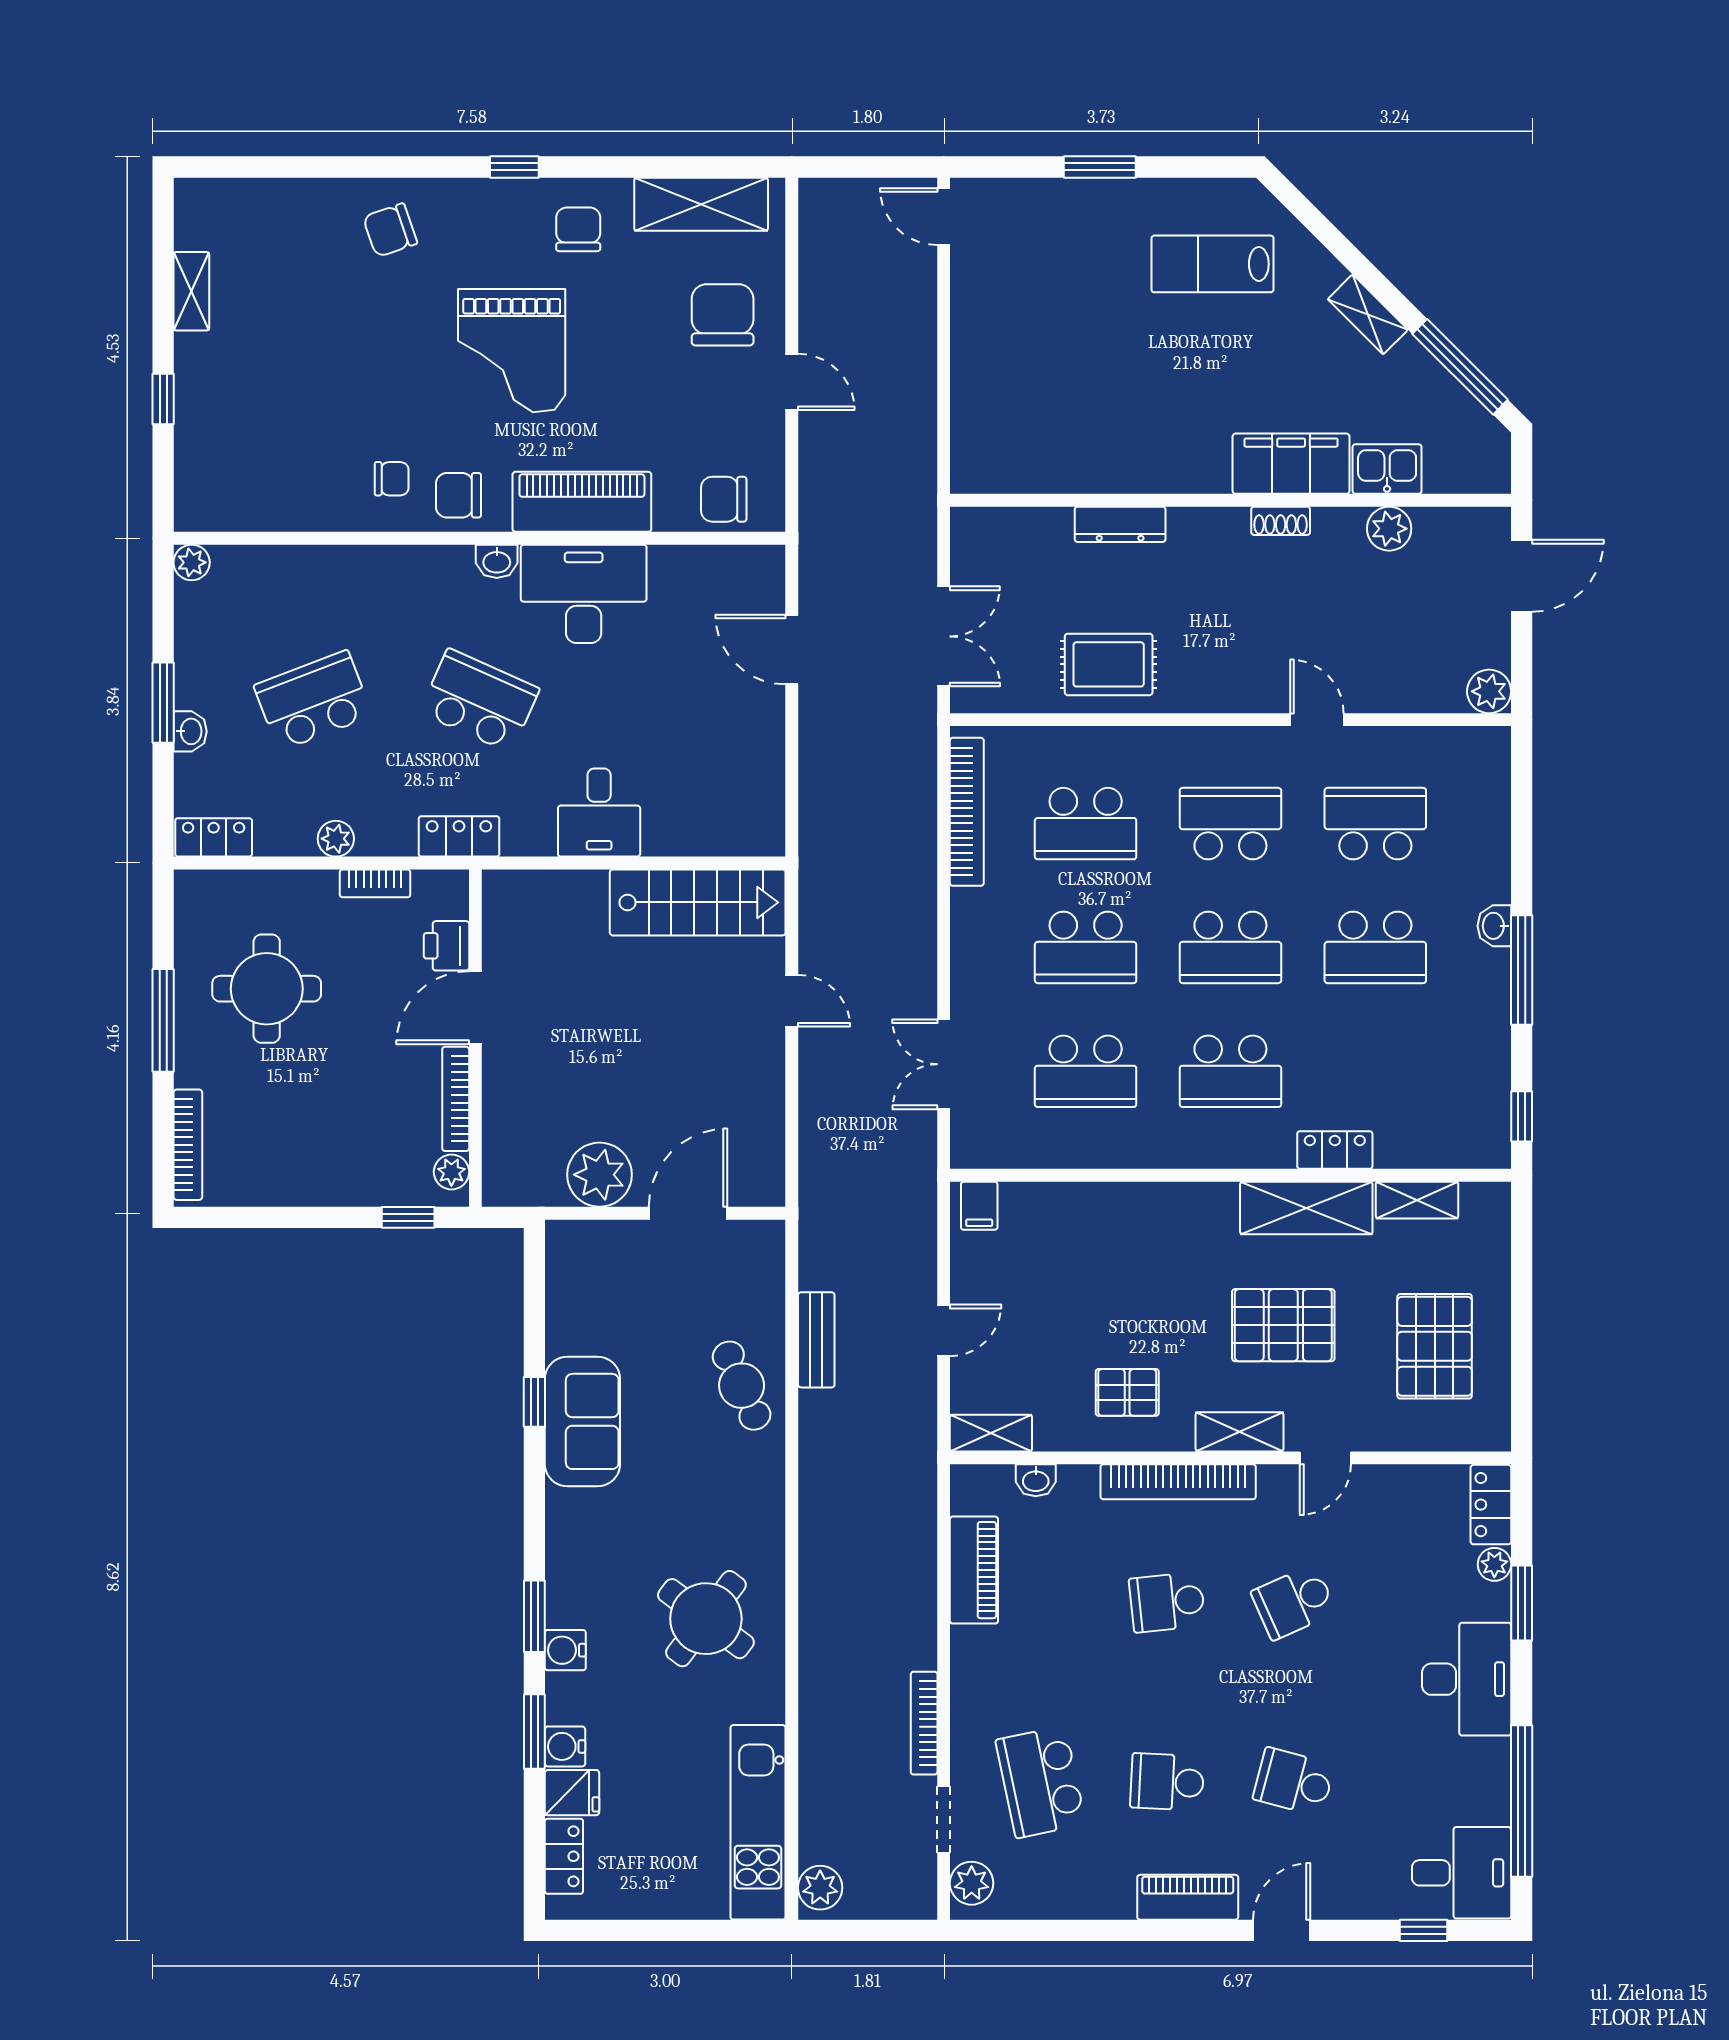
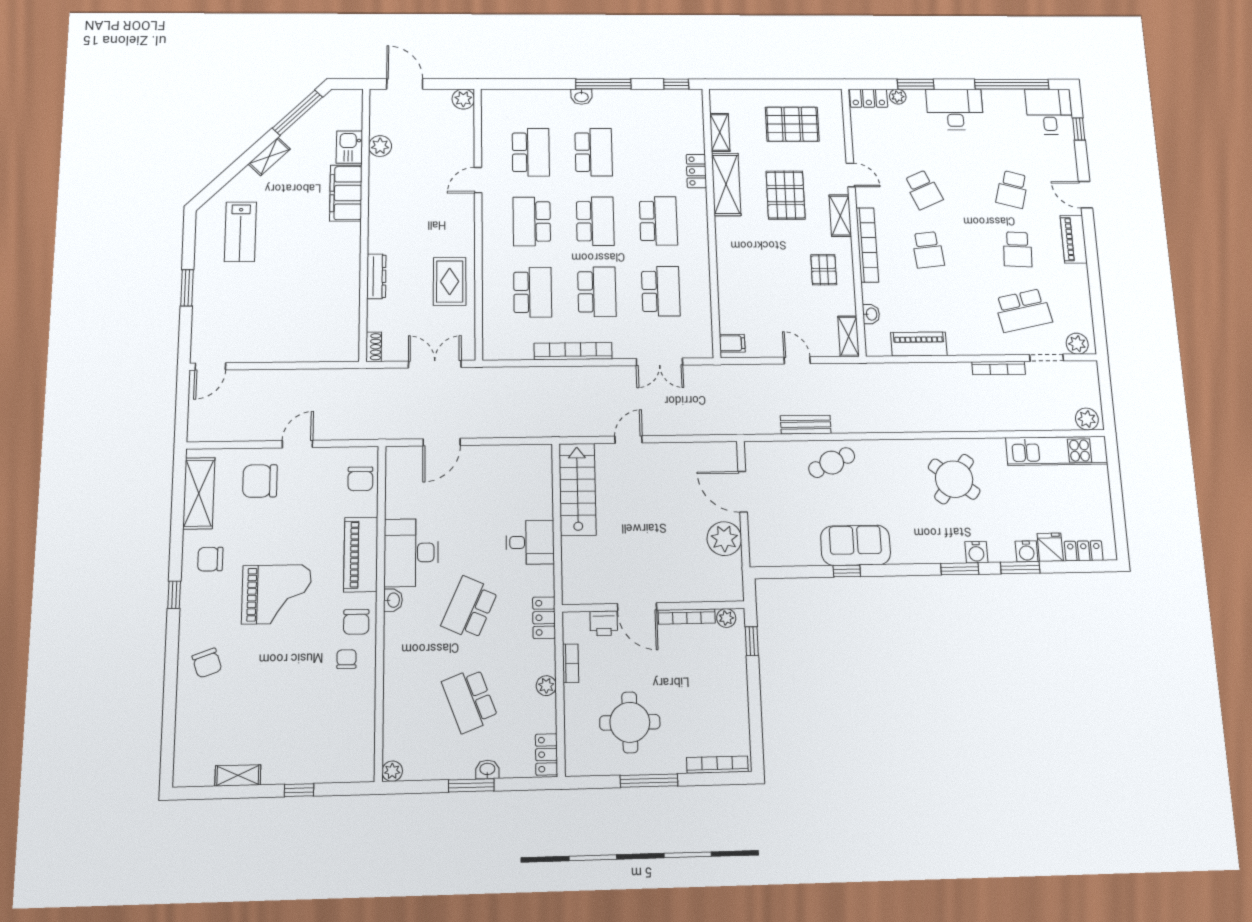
shoe rack: (1281, 521) -> (374, 347), moved
bookcase: (967, 812) -> (573, 351), moved
school desk: (1375, 824) -> (531, 152), turned 180

